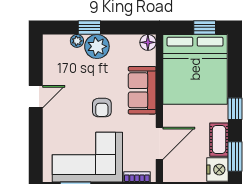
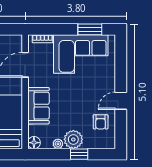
plant: (77, 41) -> (58, 144), moved
armchair: (102, 108) -> (101, 122), moved, turned 180

